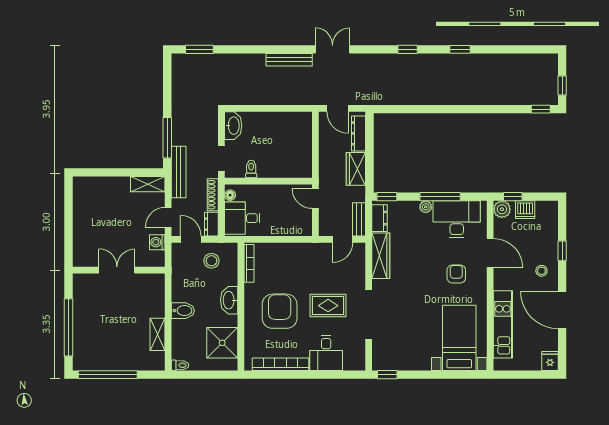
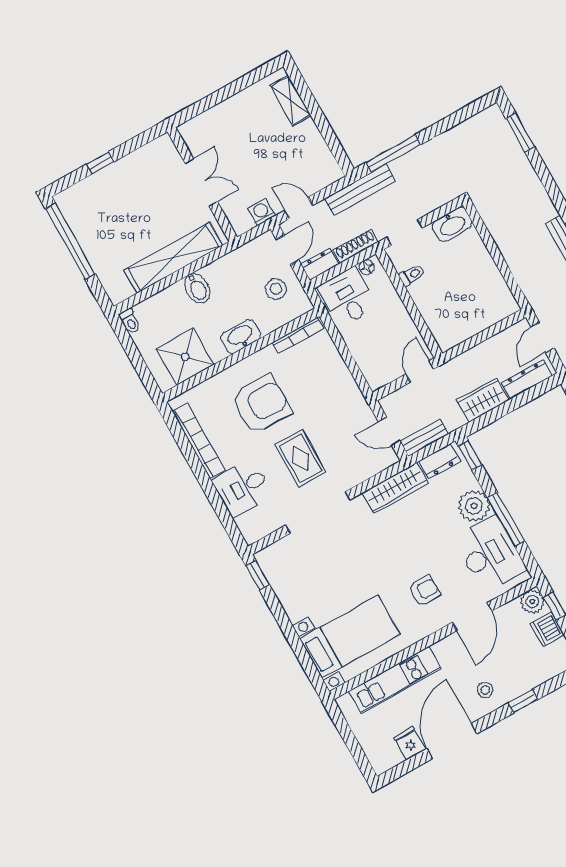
shelving: (148, 184) -> (291, 101), moved
plant: (426, 207) -> (474, 506), width x1.88, depth x1.88
window: (69, 327) -> (100, 163), width x0.32
shelving: (157, 334) -> (173, 258), width x2.20, depth x1.33
fridge: (550, 361) -> (410, 743), moved, turned -90

